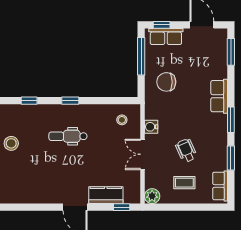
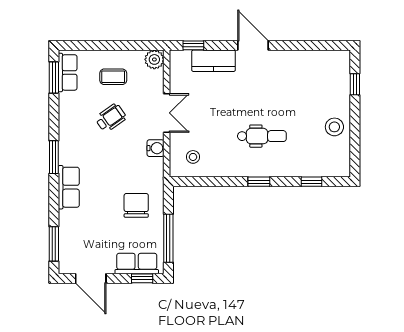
chair: (166, 82) -> (136, 205), turned -90
wheelchair: (186, 150) -> (111, 118), turned -101
window: (231, 158) -> (54, 78), moved

